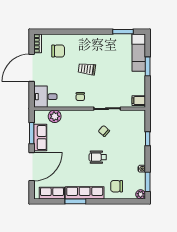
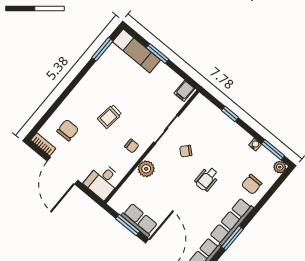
plant: (55, 116) -> (146, 169), moved

